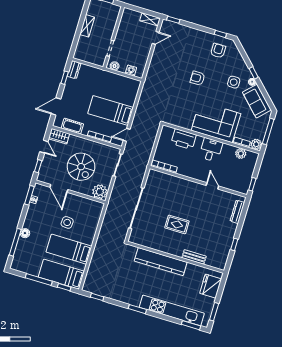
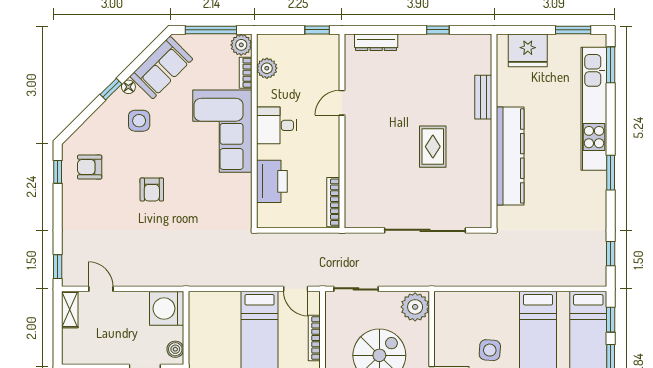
washing machine: (131, 71) -> (167, 309), width x1.89, depth x1.89

